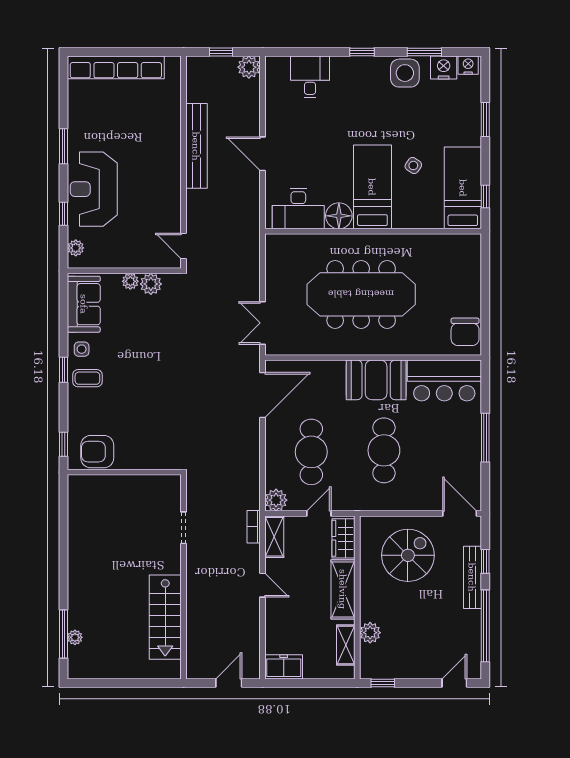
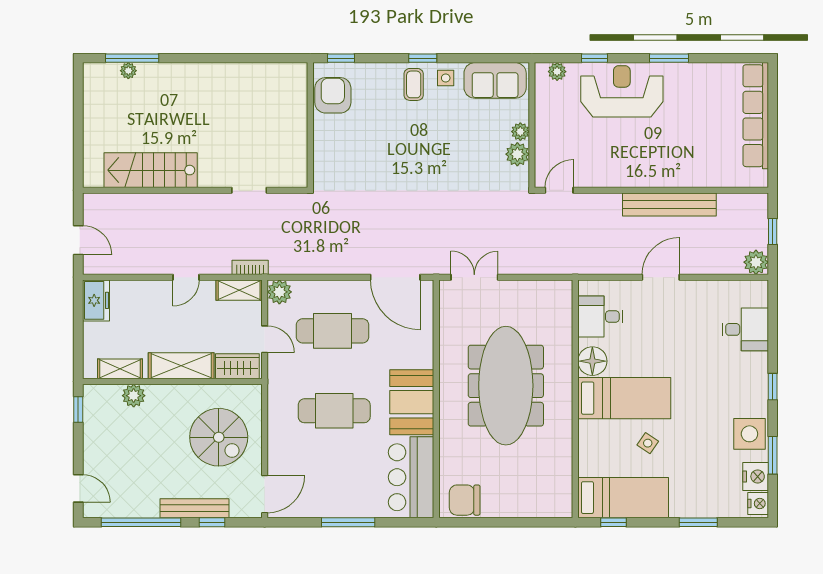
desk: (298, 209) -> (600, 317), width x0.73

